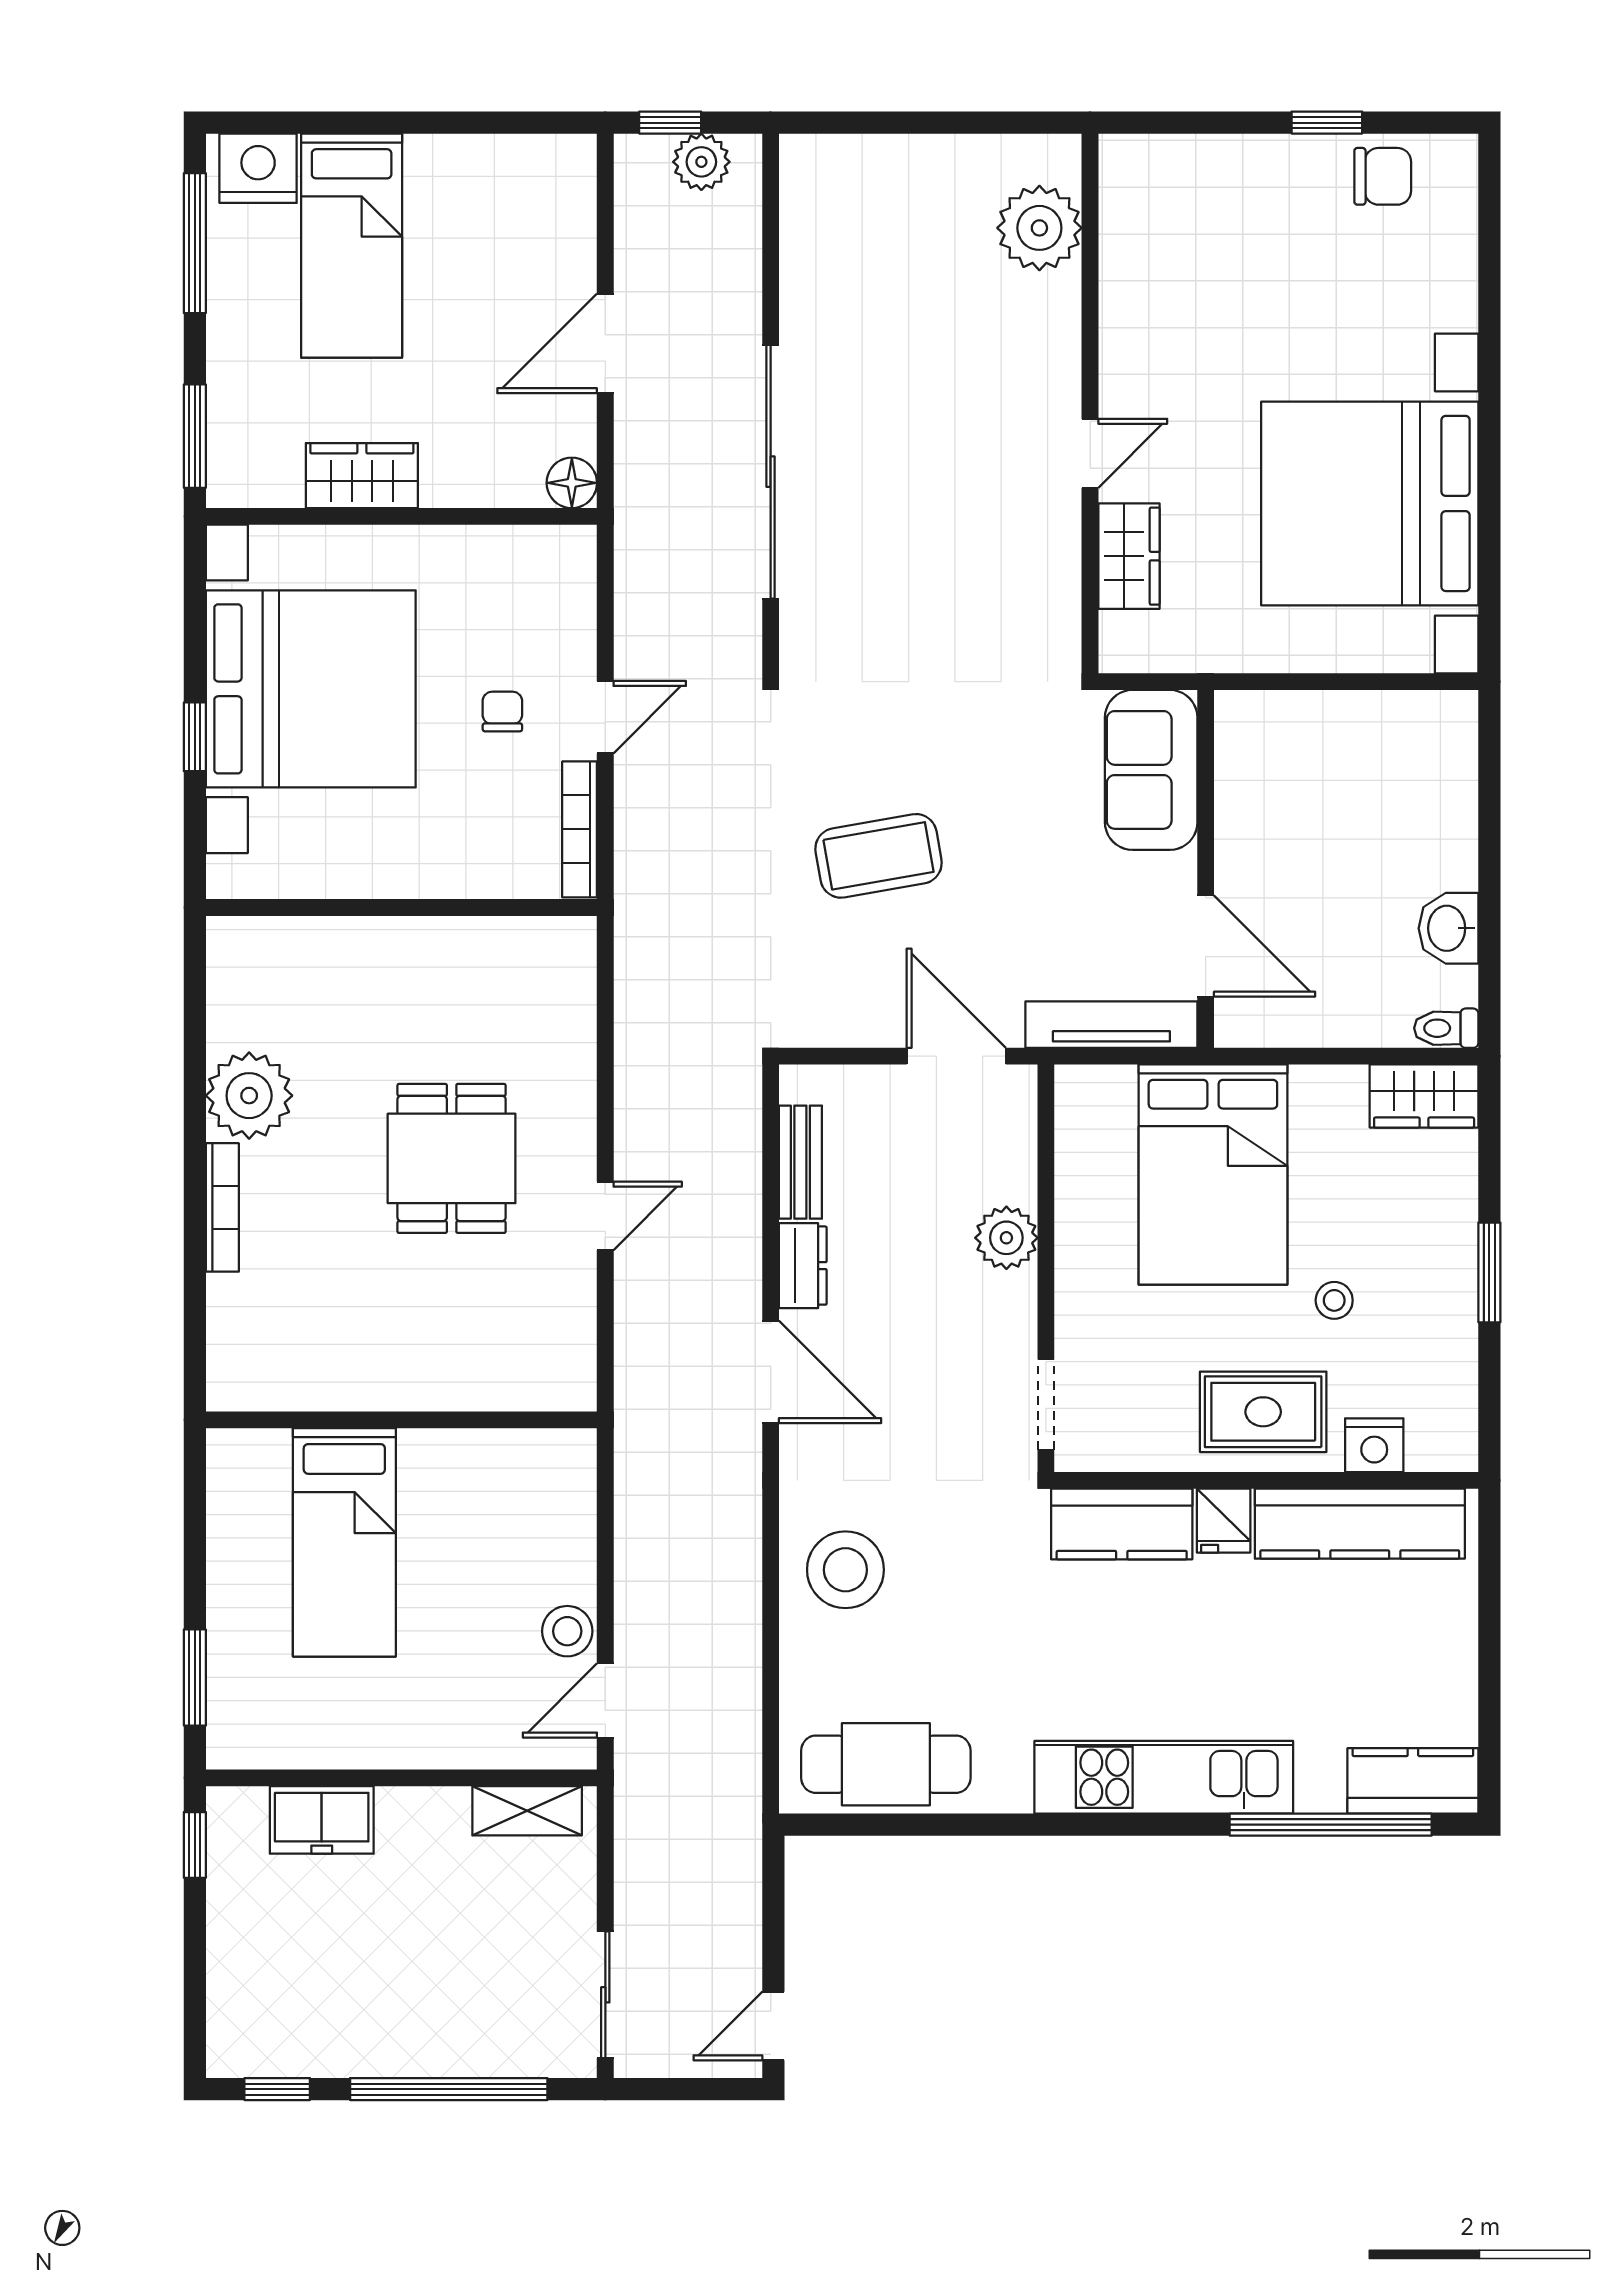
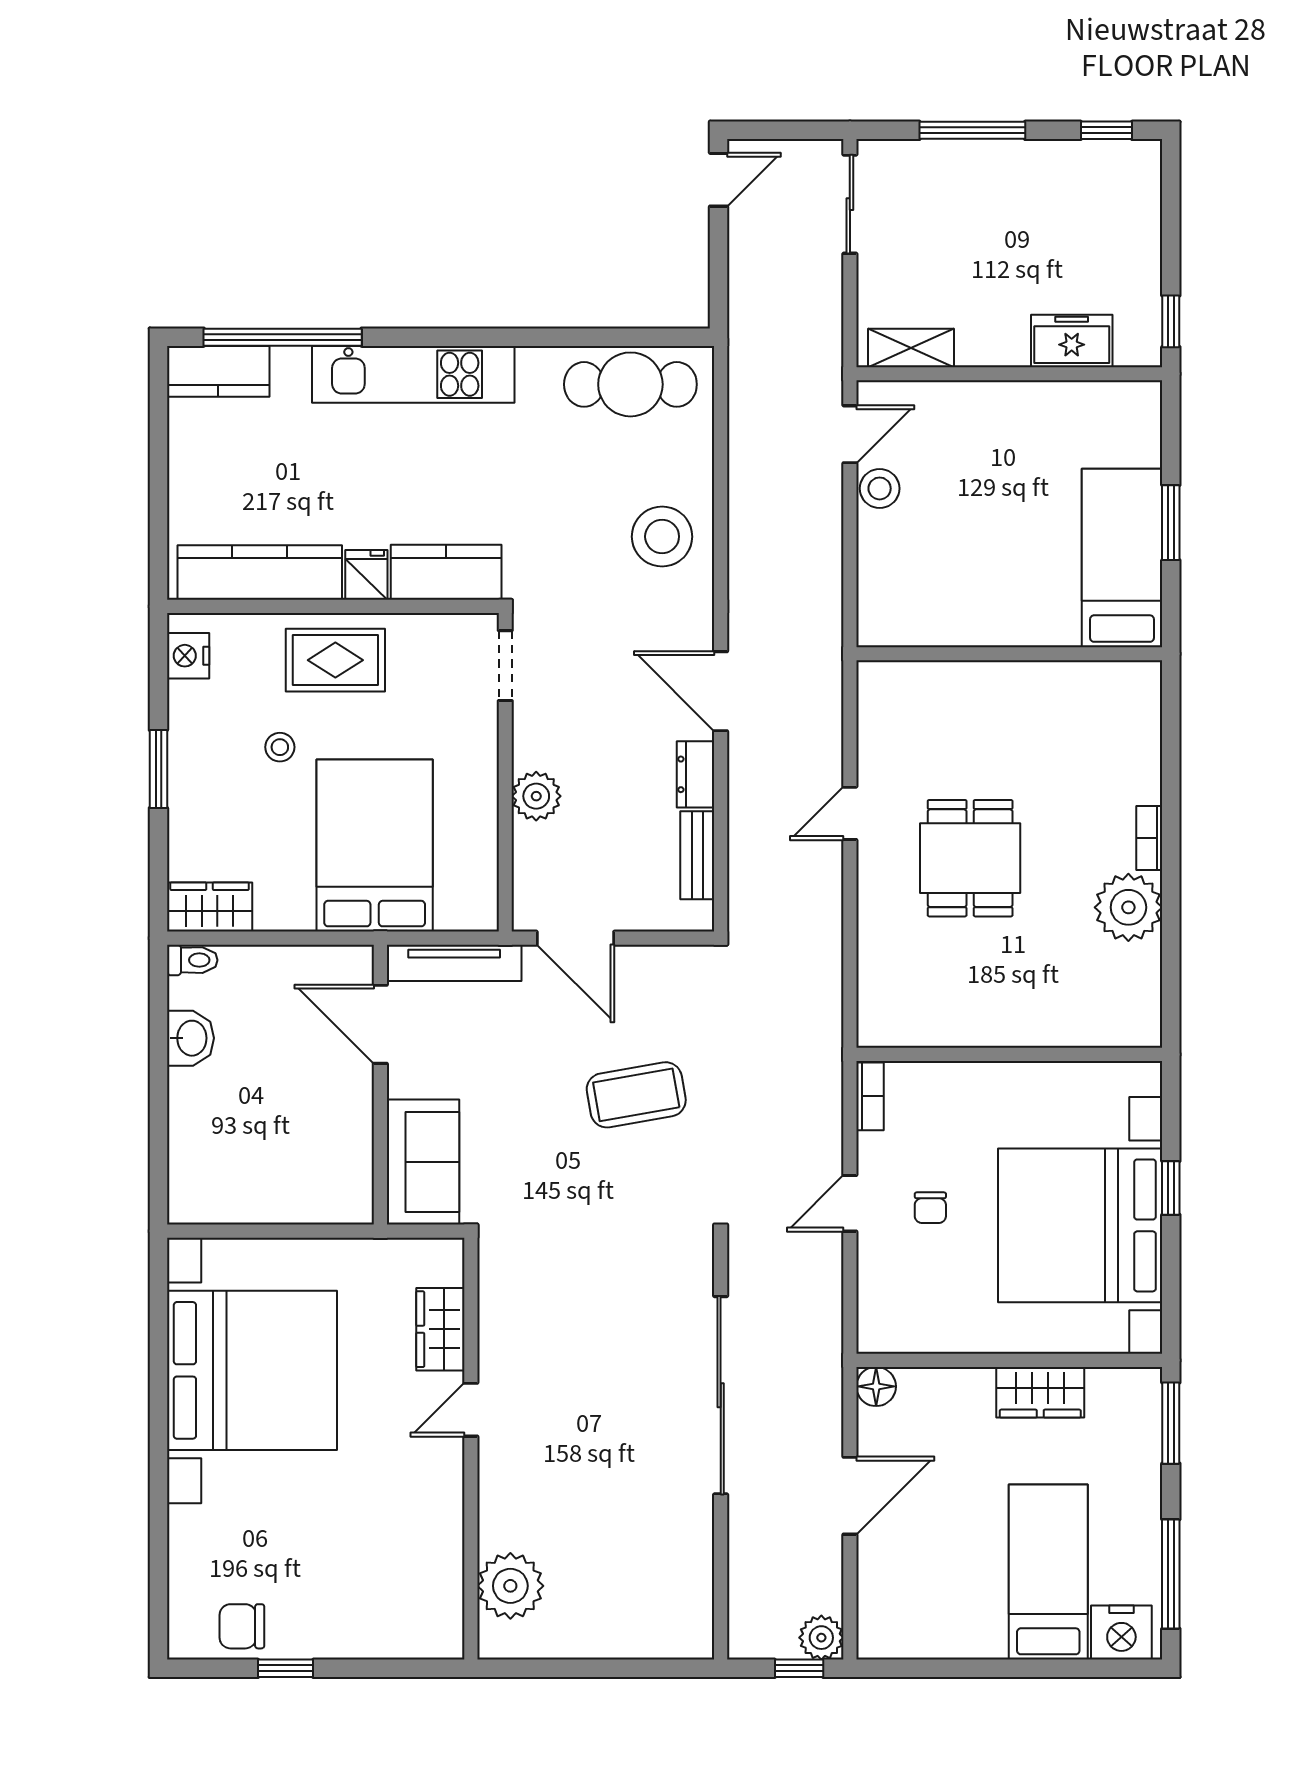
plant: (701, 162) -> (821, 1638), moved
bookcase: (580, 829) -> (870, 1096), width x0.64
bookcase: (222, 1207) -> (1149, 838), width x0.64
nightstand: (1374, 1445) -> (188, 656), moved, turned -90
bed: (344, 1542) -> (1122, 558), moved
window: (195, 1677) -> (1171, 523), moved
window: (449, 2089) -> (972, 130), width x0.68

